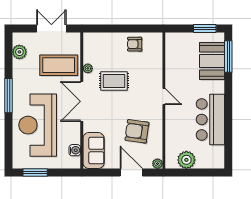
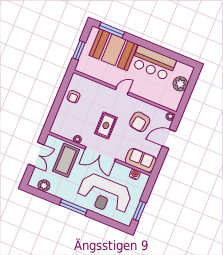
double door: (51, 29) -> (36, 154), swing flipped
window: (205, 29) -> (79, 50), moved
booth: (212, 61) -> (113, 50), width x1.36, depth x1.42
rug: (114, 81) -> (106, 125), moved
plant: (186, 160) -> (180, 84), moved

